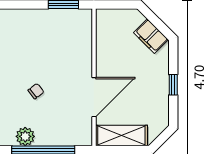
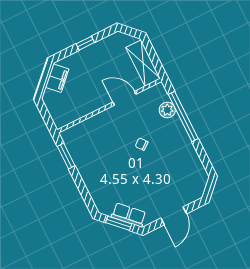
door: (94, 97) -> (124, 98), width x0.73
plant: (25, 136) -> (167, 110), moved

